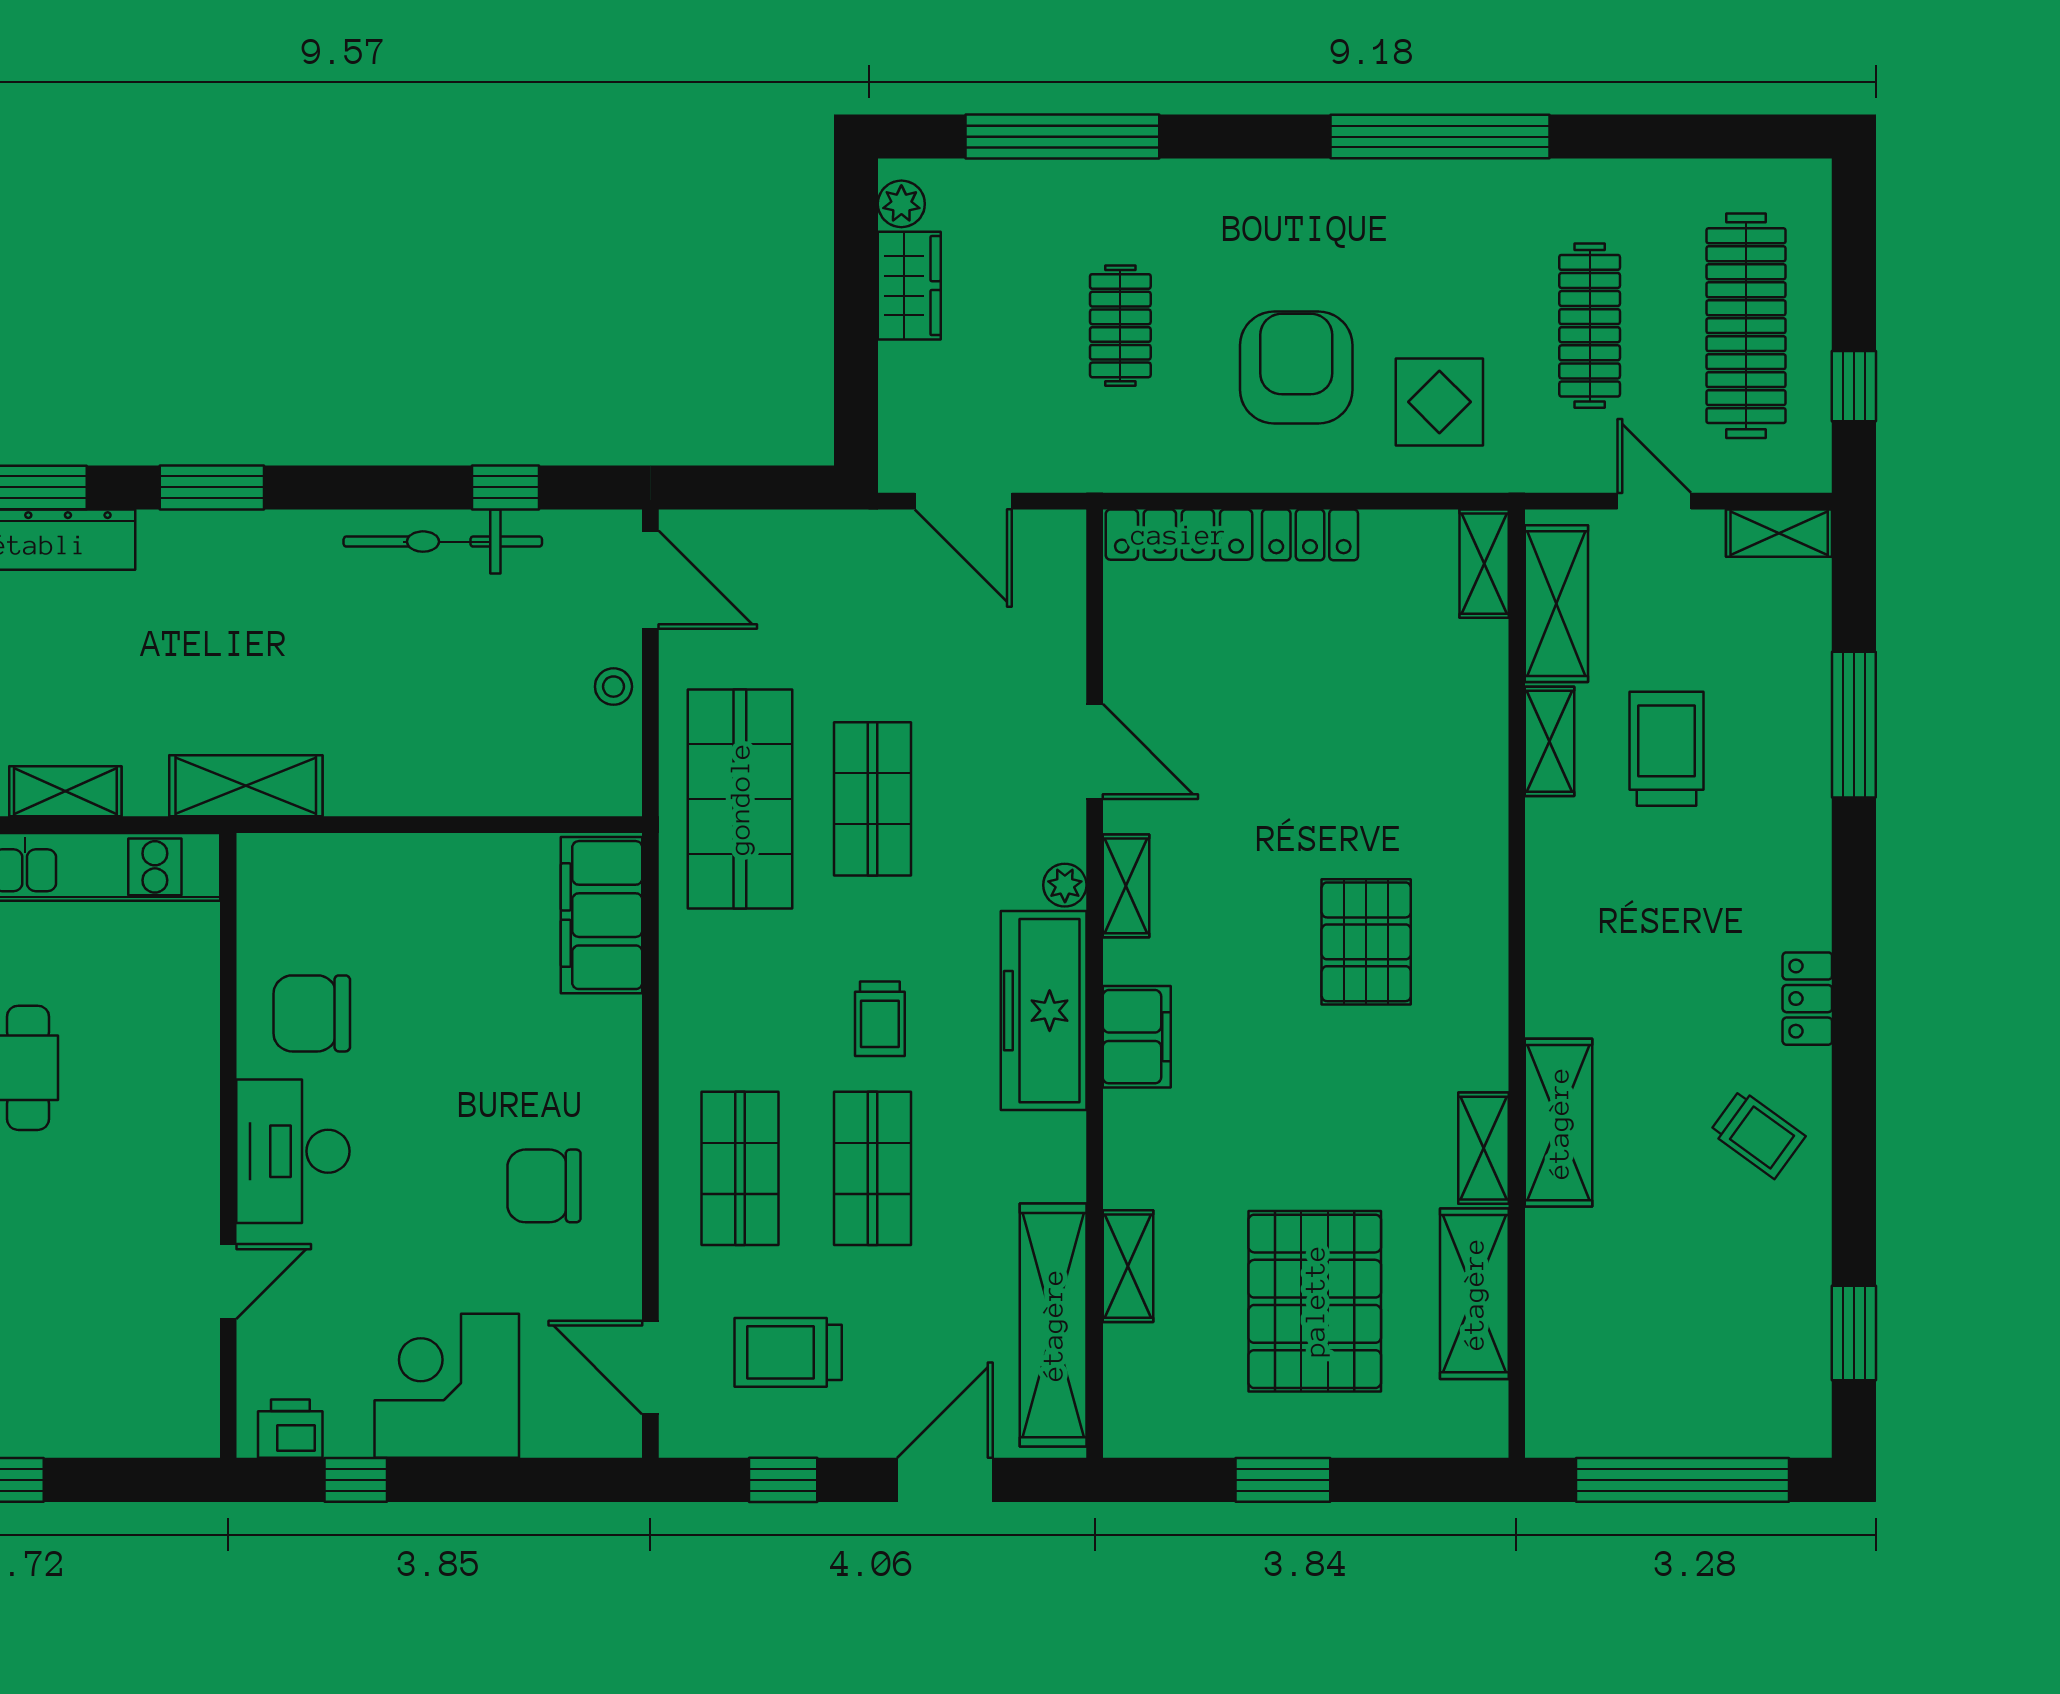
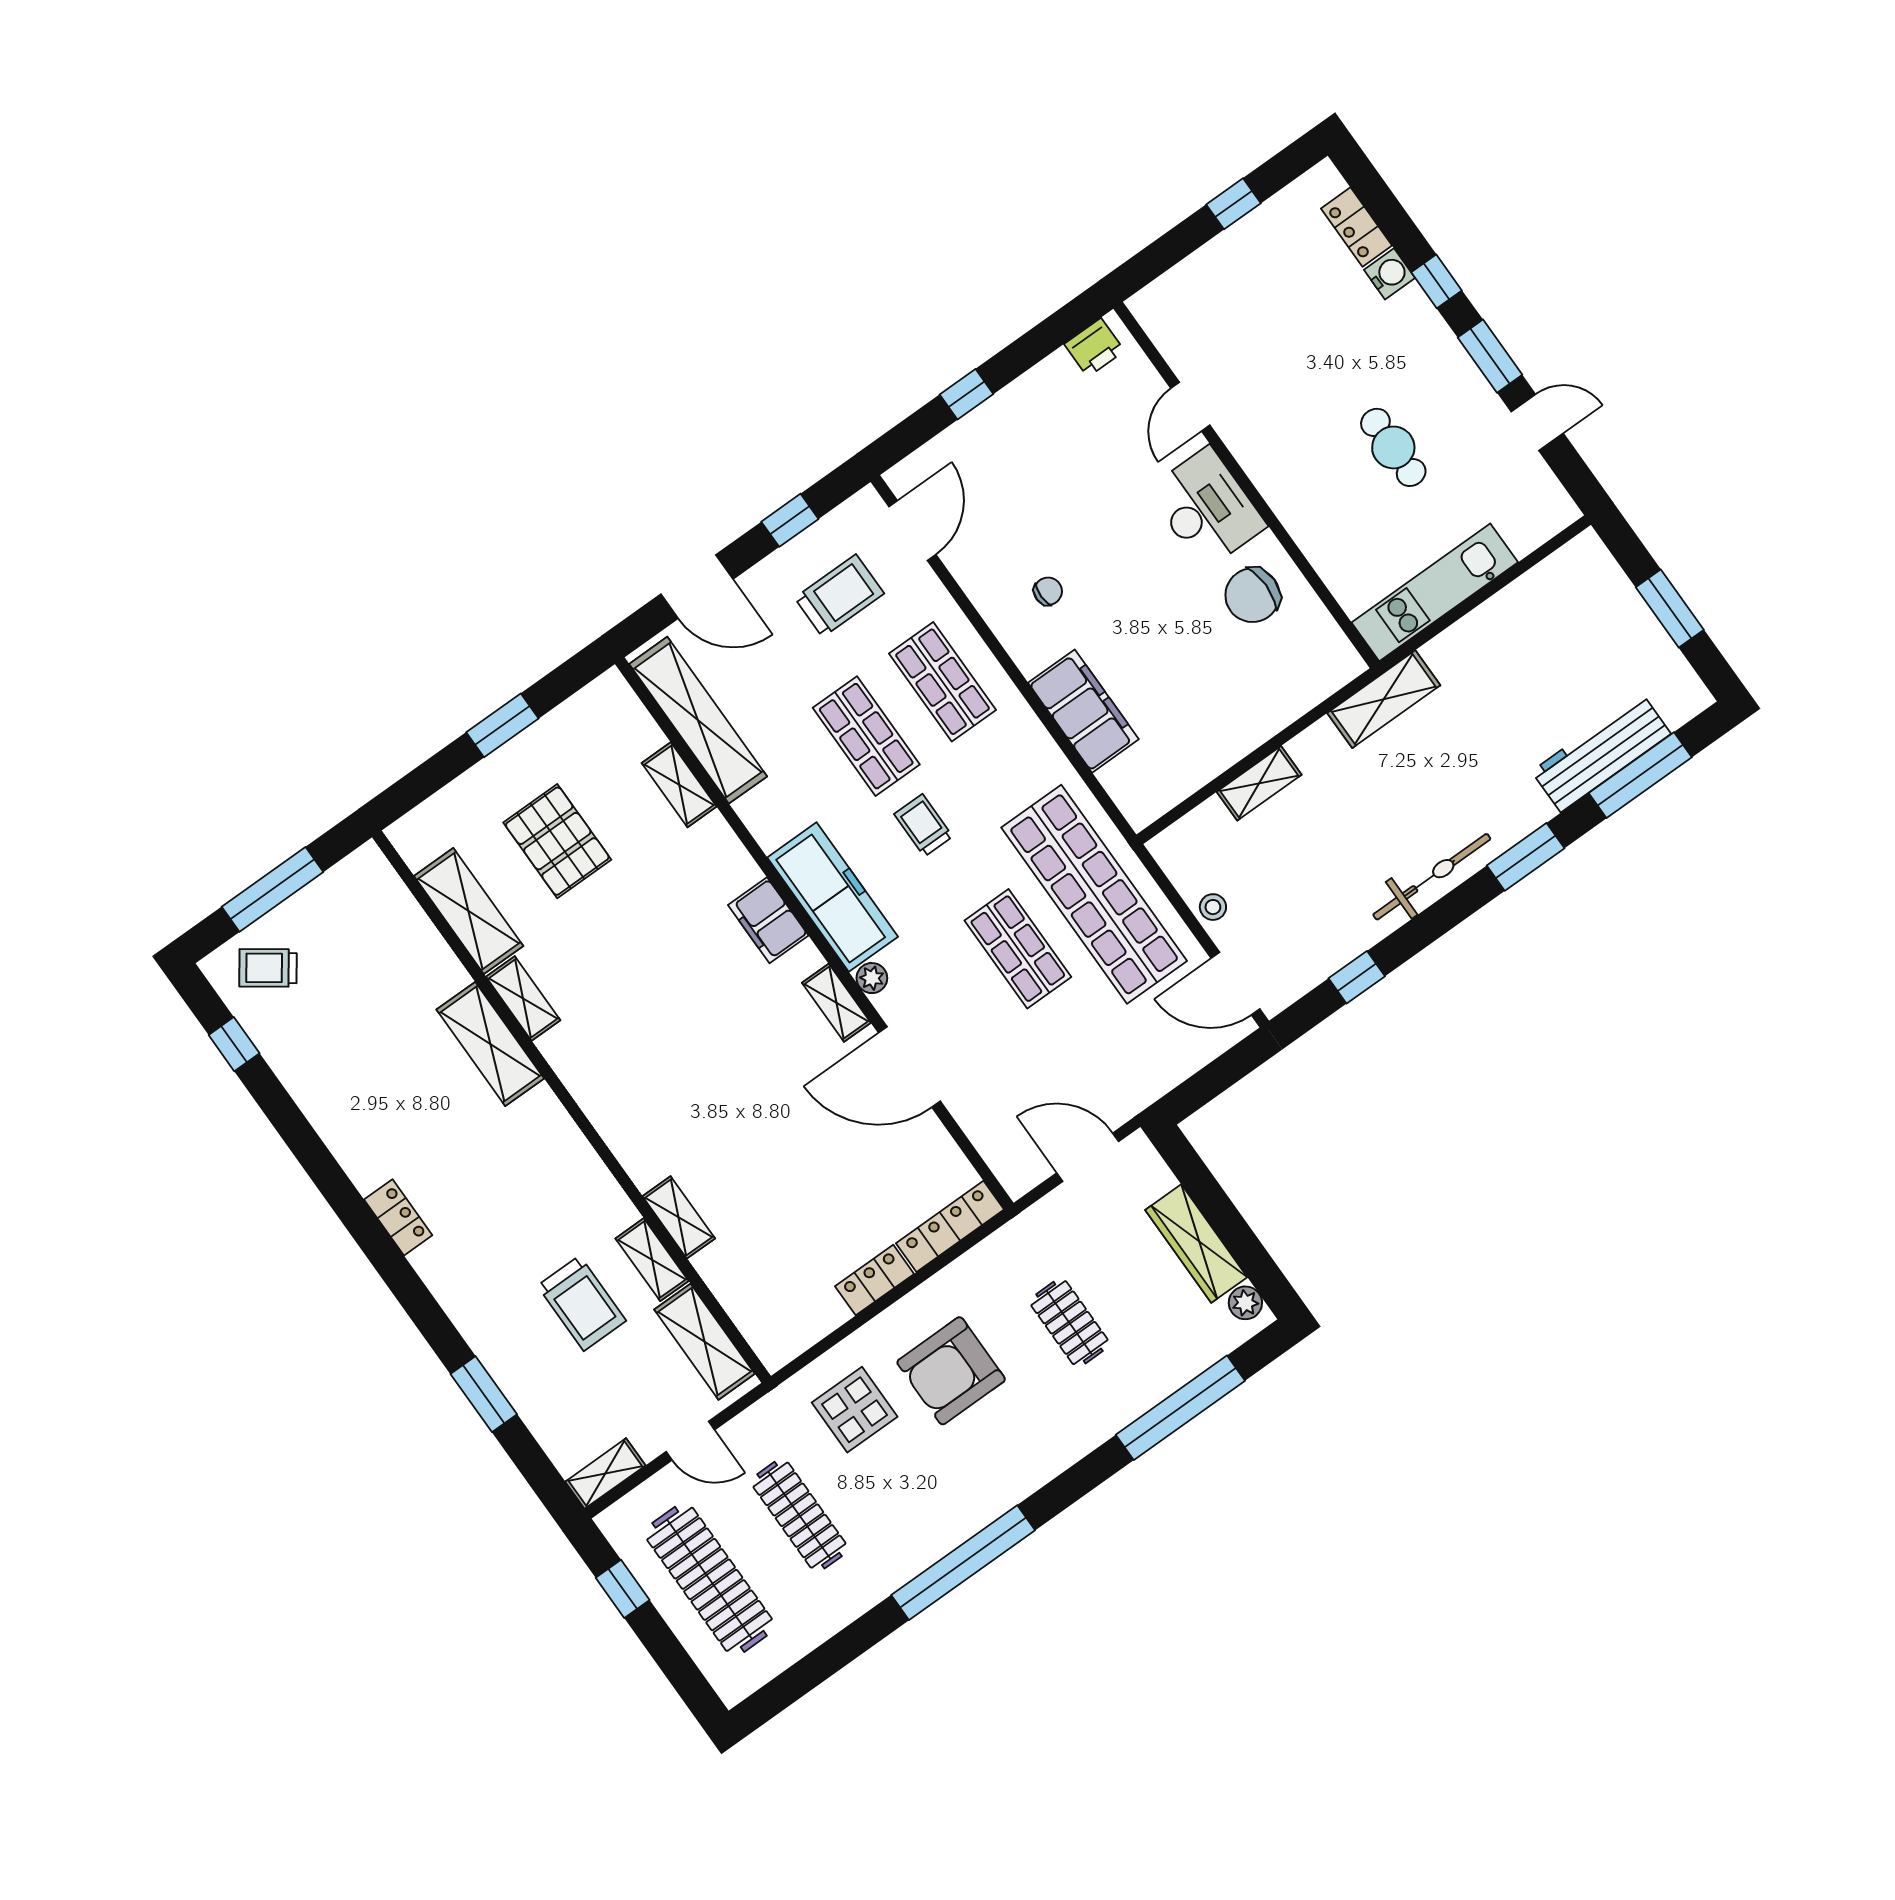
wardrobe: (909, 286) -> (1196, 1244), width x1.50
armchair: (1296, 367) -> (951, 1371), turned 90
bicycle: (443, 542) -> (1432, 877), moved
shelving: (1484, 564) -> (679, 1217), moved
window: (1854, 725) -> (484, 1394), width x0.69
door: (1095, 752) -> (910, 1067), width x1.36
shelving: (65, 791) -> (1259, 783), moved
shop shelf: (740, 799) -> (1094, 894), width x1.40
filing cabinet: (602, 915) -> (1083, 711), moved
pallet: (1366, 942) -> (675, 1069), removed
chair: (312, 1013) -> (1252, 595), turned 180
trolley: (1757, 1134) -> (268, 968), moved
chair: (544, 1186) -> (1048, 591), width x0.54, depth x0.54
pallet: (1315, 1301) -> (557, 841), width x0.73, depth x0.71
window: (1854, 1333) -> (234, 1044), width x0.67
door: (650, 1367) -> (912, 531), hinge flipped
corner desk: (447, 1386) -> (1022, 436), removed
window: (356, 1480) -> (966, 394), moved
door: (945, 1480) -> (697, 587), hinge flipped
window: (1682, 1480) -> (273, 889), width x0.68

